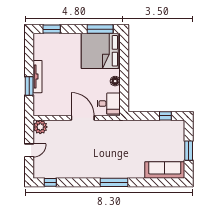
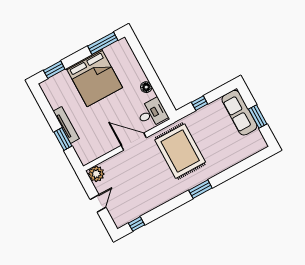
bed: (101, 51) -> (94, 78), moved, turned -90
window: (165, 116) -> (200, 103), moved
rug: (114, 145) -> (180, 151), added
sofa: (165, 170) -> (239, 113), moved, turned -90
window: (114, 182) -> (200, 189), width x0.69

